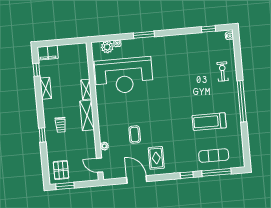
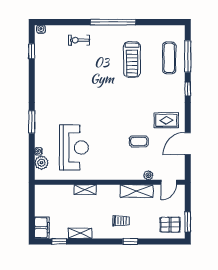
reception desk: (124, 76) -> (74, 147), width x0.74, depth x0.77
shelving: (87, 115) -> (137, 191), moved

